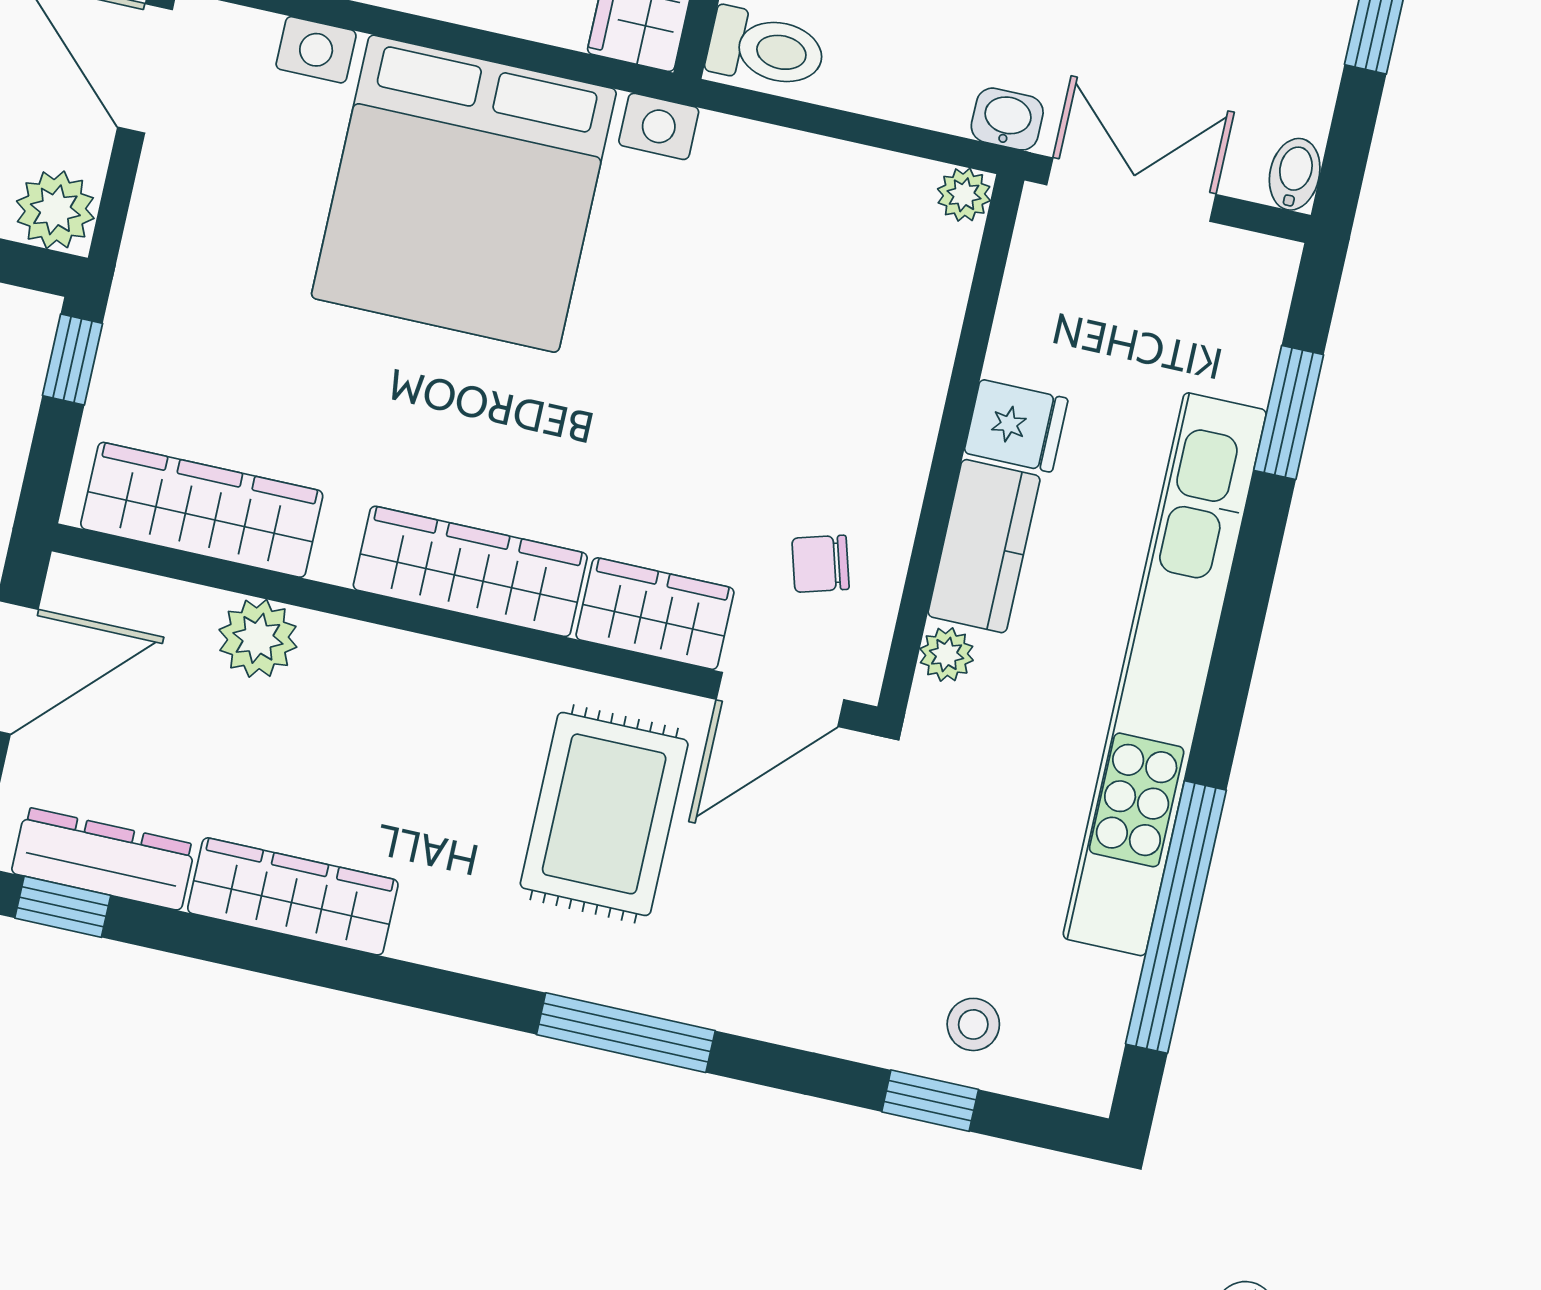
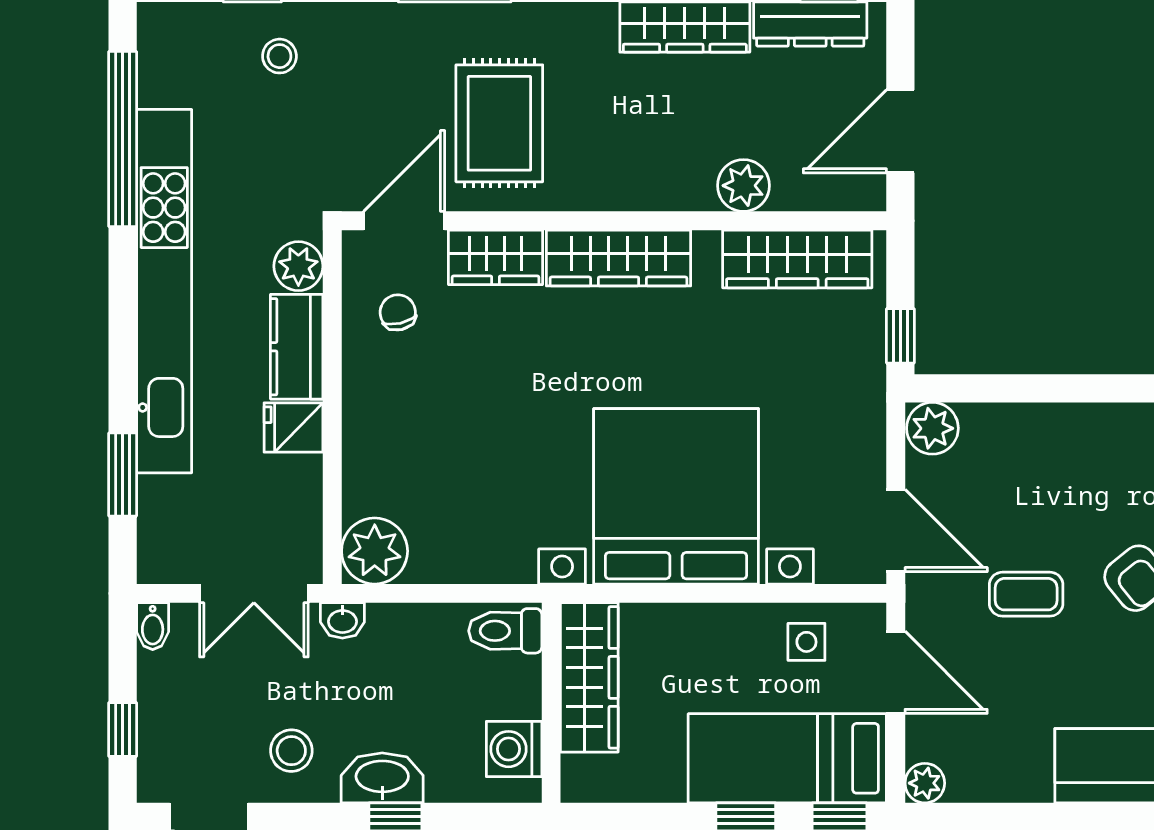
plant: (964, 195) -> (375, 551), width x1.88, depth x1.88
chair: (820, 564) -> (398, 312), turned -87
plant: (947, 655) -> (298, 266), width x1.38, depth x1.38
stool: (973, 1024) -> (279, 56), moved

